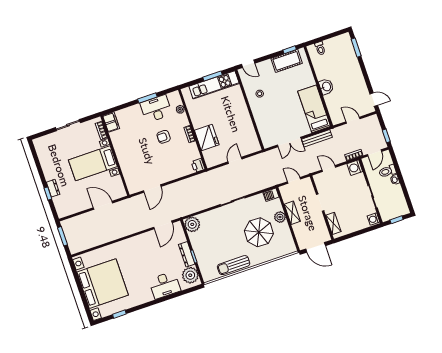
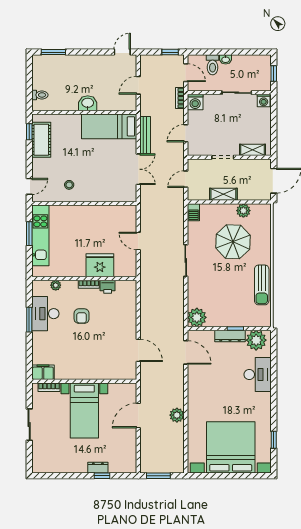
printer: (198, 165) -> (108, 287), moved
plant: (280, 217) -> (243, 211), moved
plant: (113, 234) -> (177, 415), added

